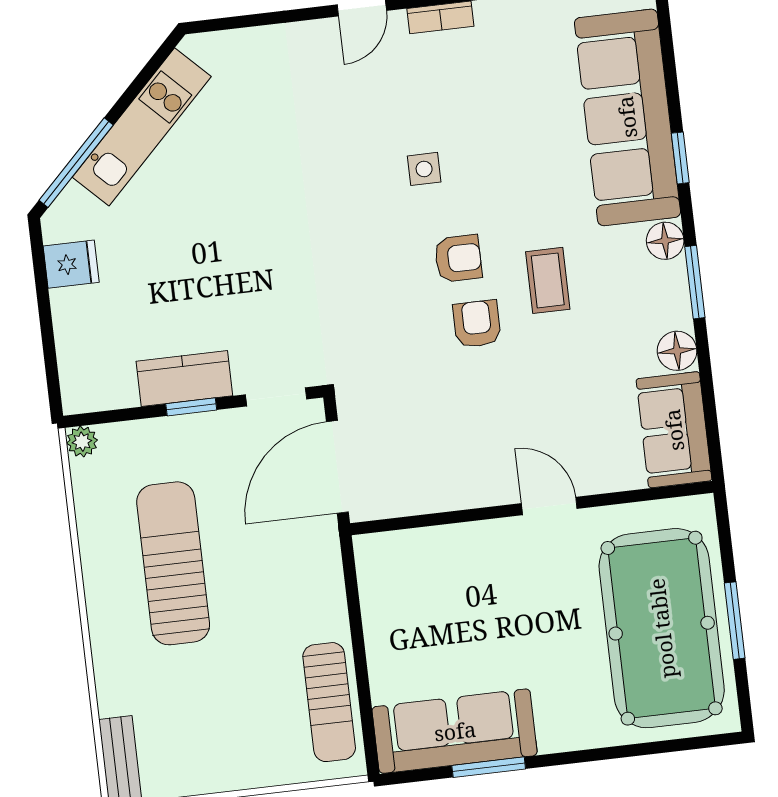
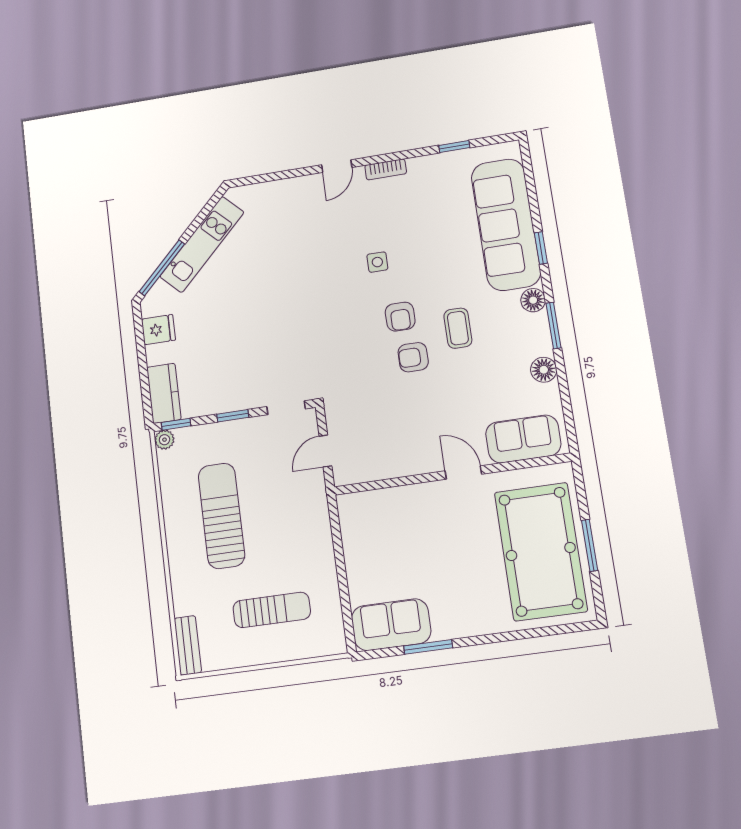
armchair: (458, 258) -> (400, 317), turned 90
armchair: (477, 324) -> (413, 357), turned -90
kitchen counter: (184, 378) -> (164, 393), moved, turned 90
window: (101, 418) -> (176, 424), added
sofa: (674, 430) -> (523, 439), moved, turned 90
door: (337, 467) -> (325, 451), width x0.53
sun lounger: (329, 702) -> (272, 610), moved, turned -90
sofa: (455, 731) -> (391, 625), width x0.73

